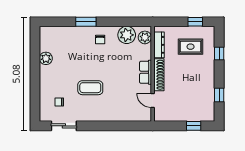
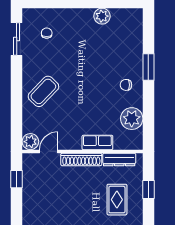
window: (195, 22) -> (148, 190), moved
plant: (145, 37) -> (30, 142), moved
row of seats: (145, 72) -> (97, 142), moved
coffee table: (90, 88) -> (43, 91), moved, turned 44
window: (194, 126) -> (17, 179), moved

